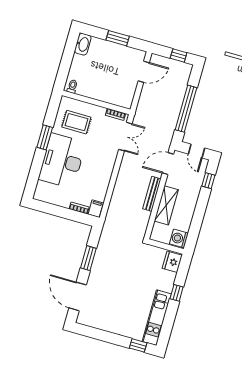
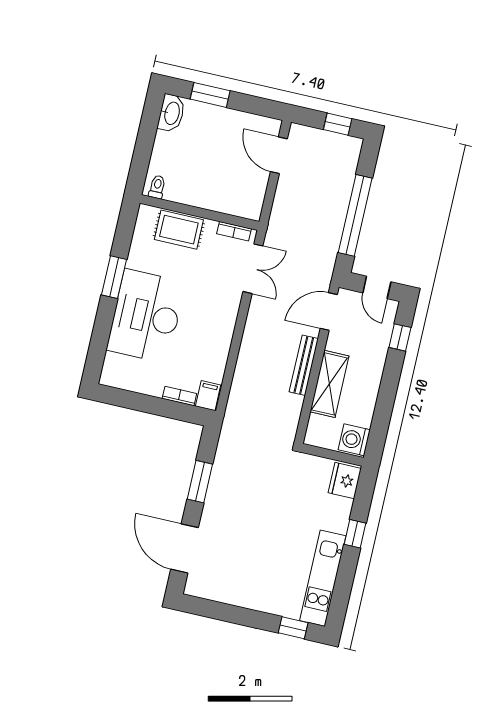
window: (118, 38) -> (210, 95), moved
door: (144, 72) -> (279, 155), swing flipped
rug: (76, 122) -> (179, 230), moved

